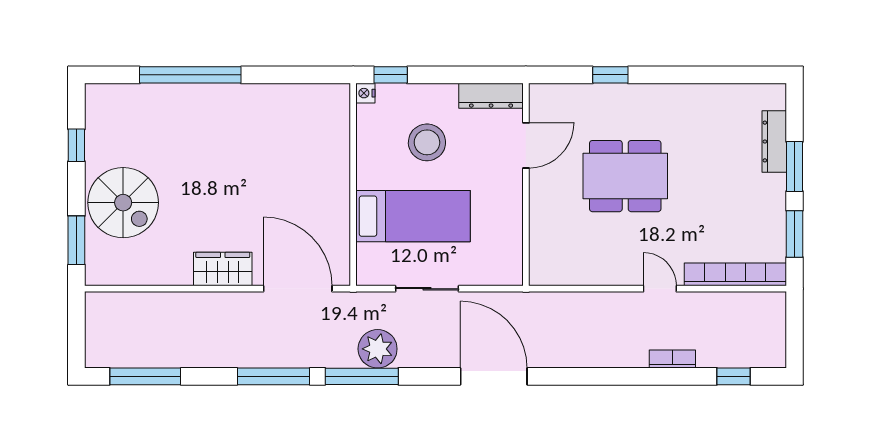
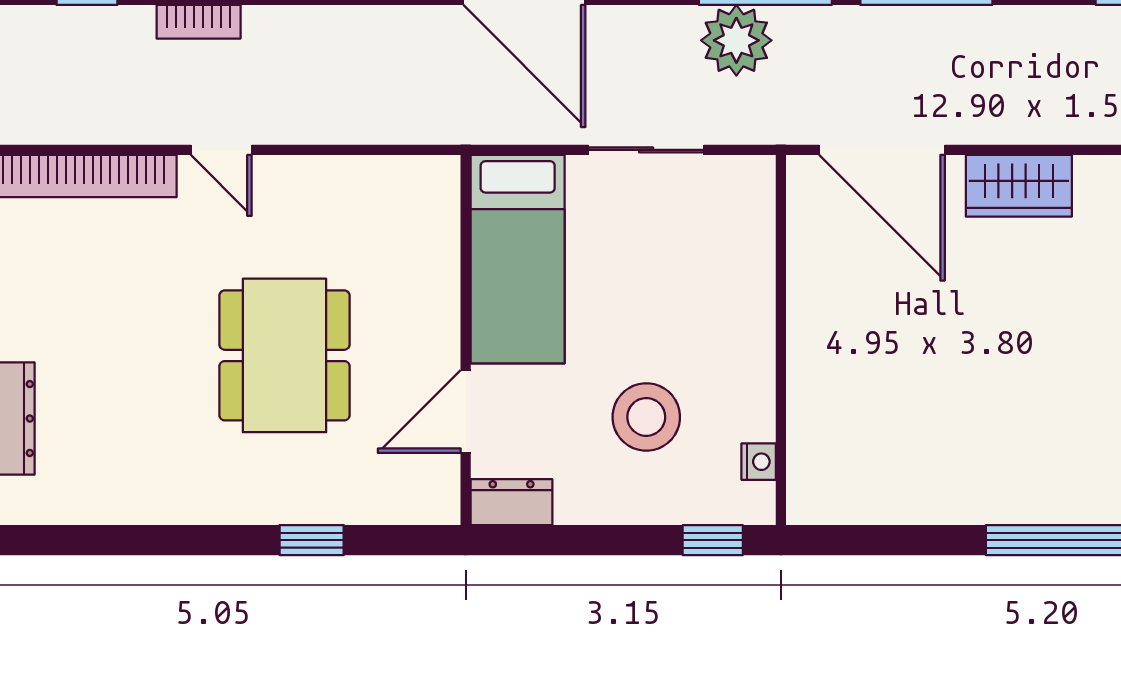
nightstand: (365, 93) -> (759, 462), moved
dresser: (491, 96) -> (512, 502), width x0.70
dining table: (625, 176) -> (285, 355), turned 90
bed: (413, 216) -> (518, 259), moved, turned -90

